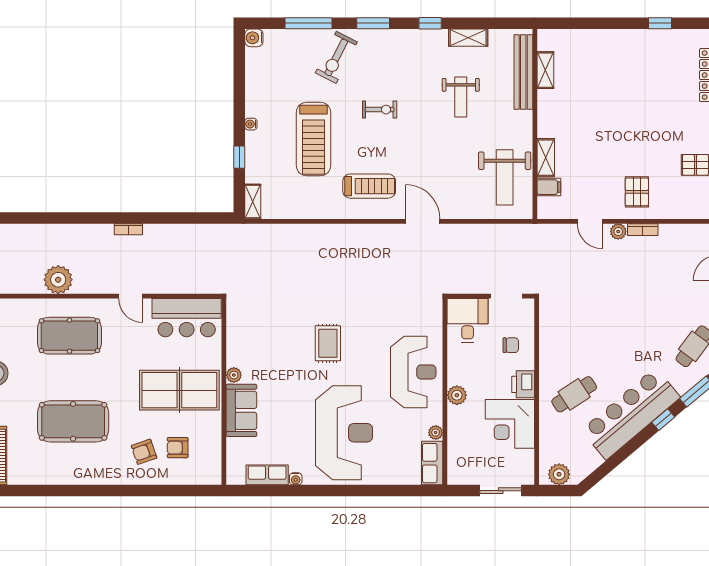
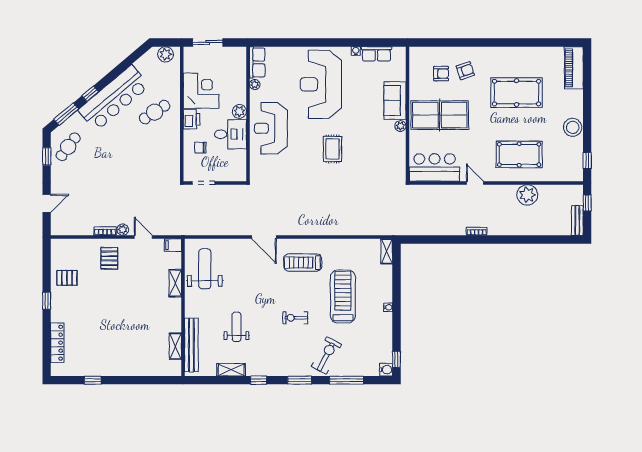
window: (239, 157) -> (396, 359), moved
filing cabinet: (549, 187) -> (173, 245), moved
desk: (468, 320) -> (230, 134), moved, turned -90

